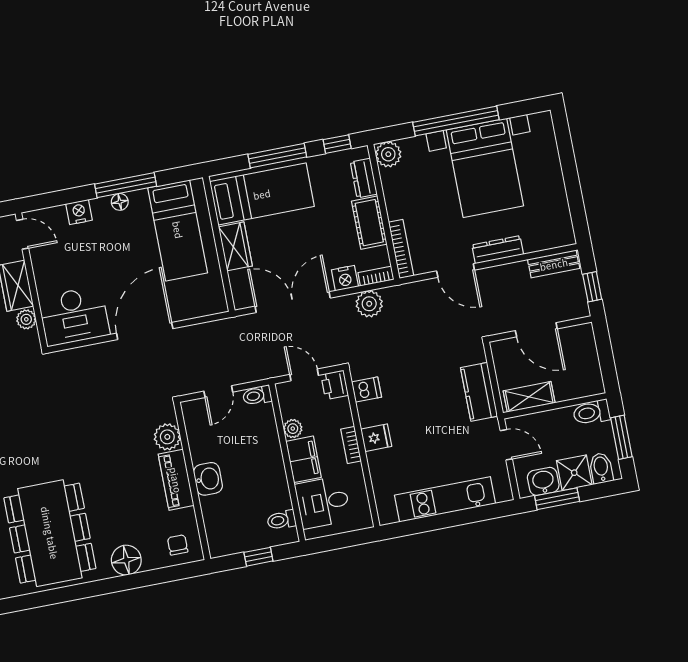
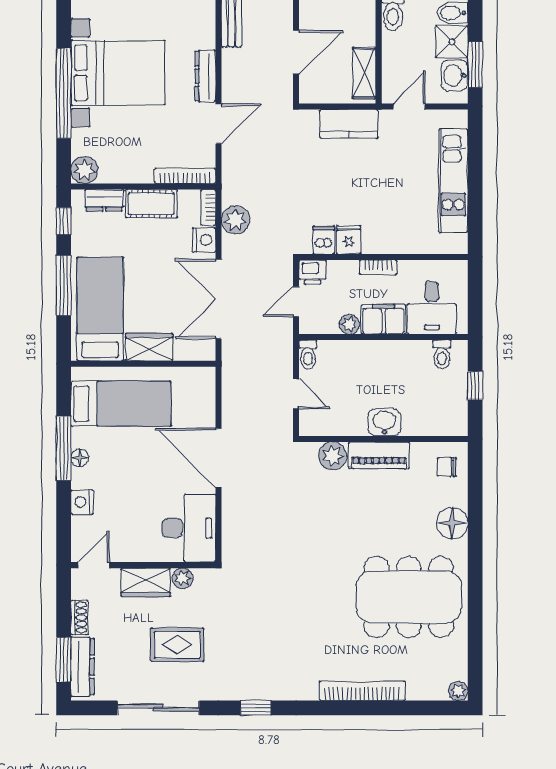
fridge: (376, 438) -> (349, 240), moved

